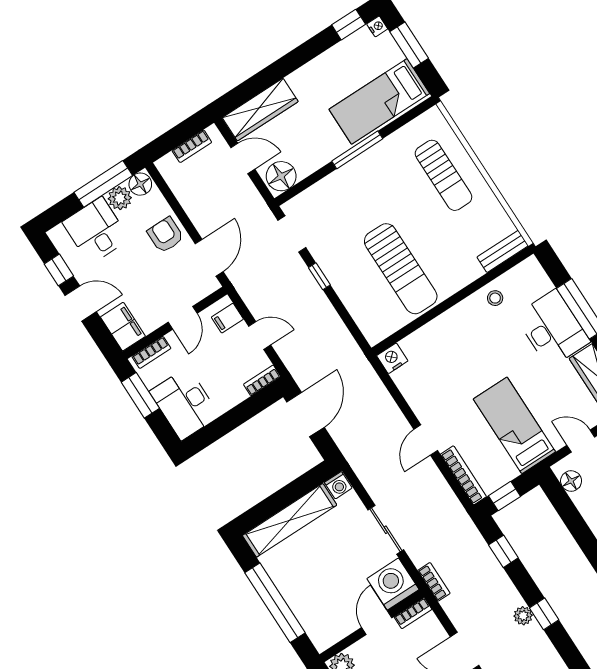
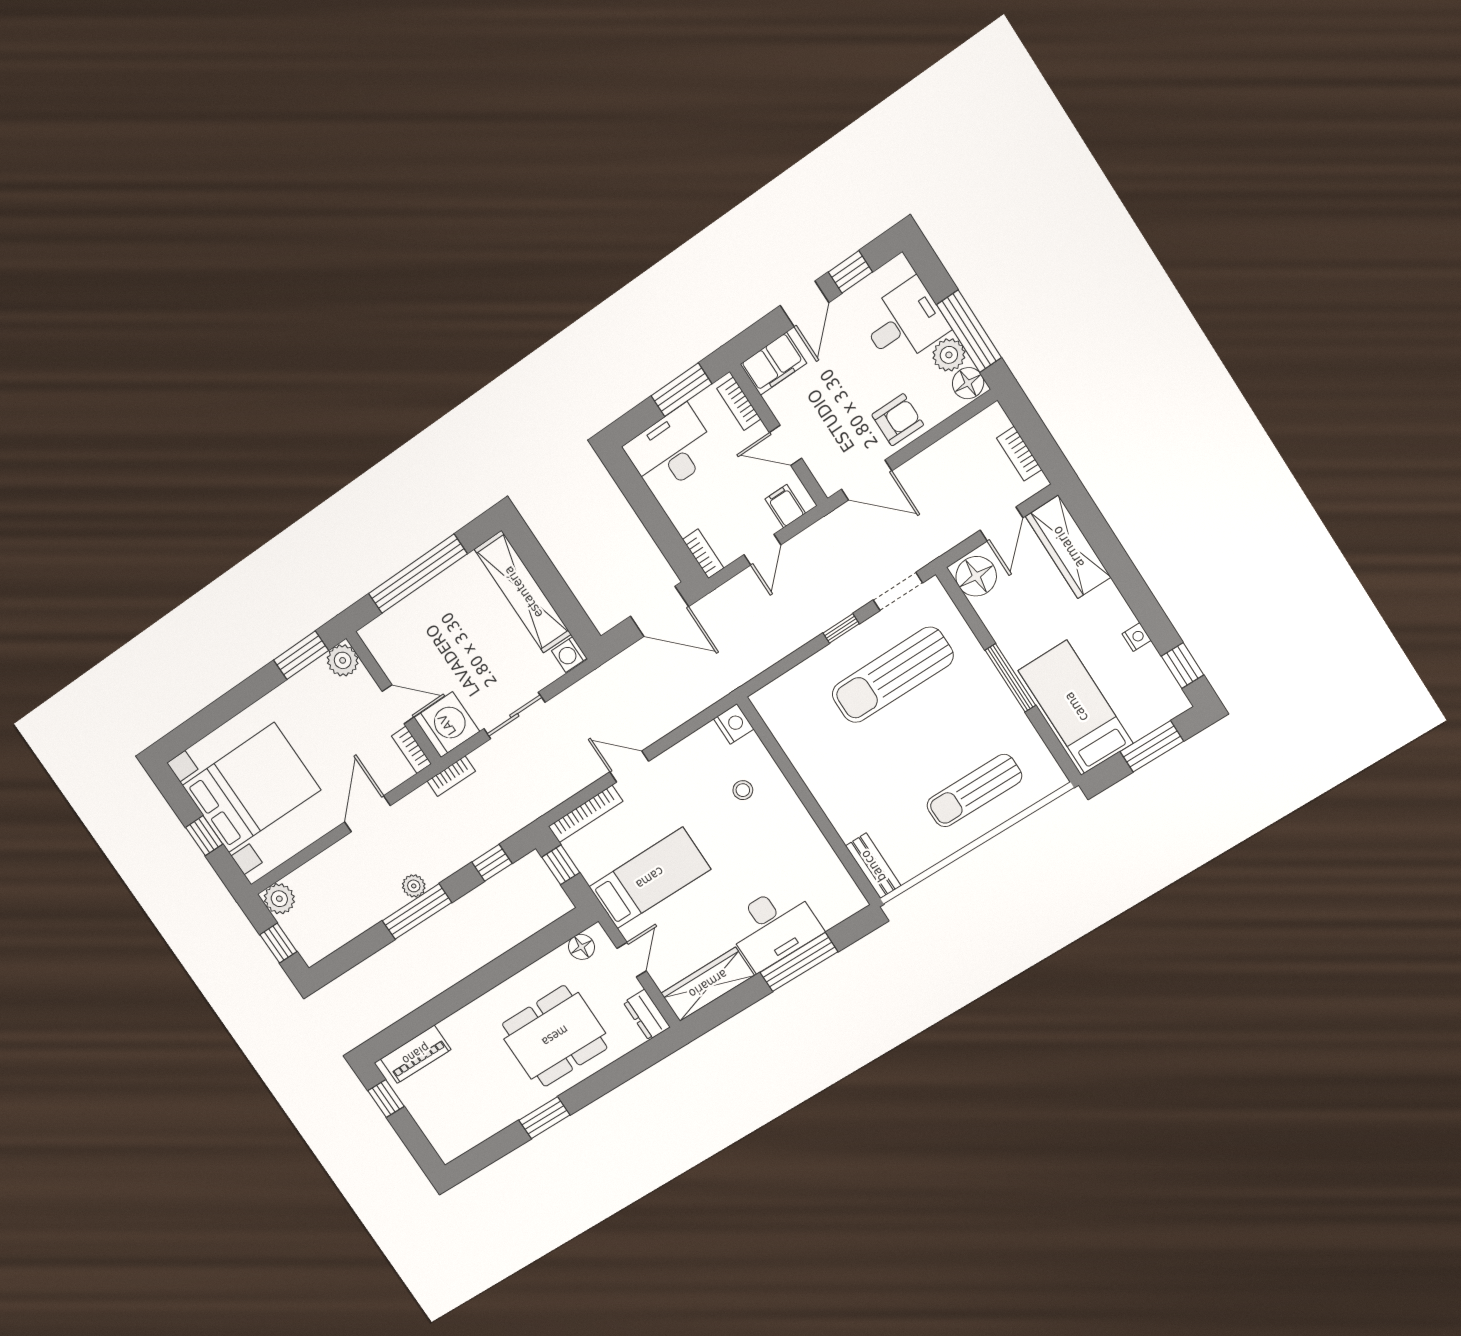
nightstand: (377, 26) -> (1137, 637), moved, turned -90
sun lounger: (401, 269) -> (893, 675), moved
stool: (495, 298) -> (743, 790), moved
window: (544, 614) -> (417, 912), width x2.17

